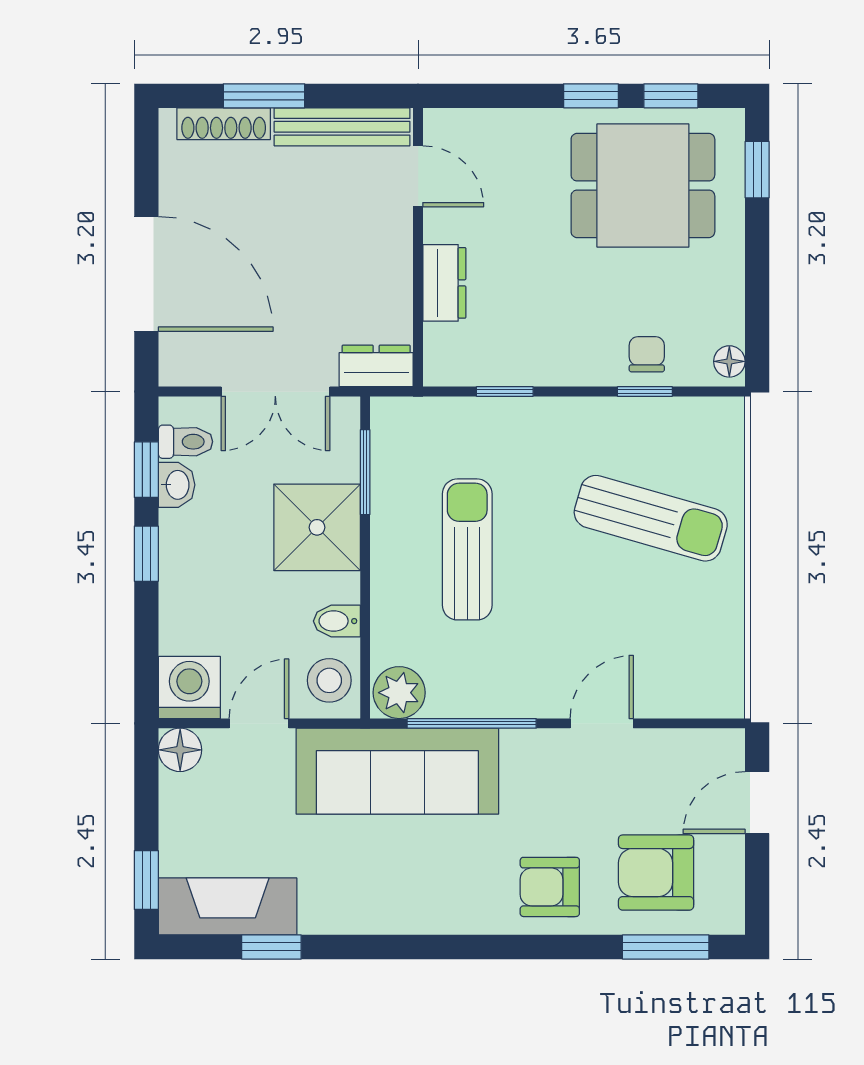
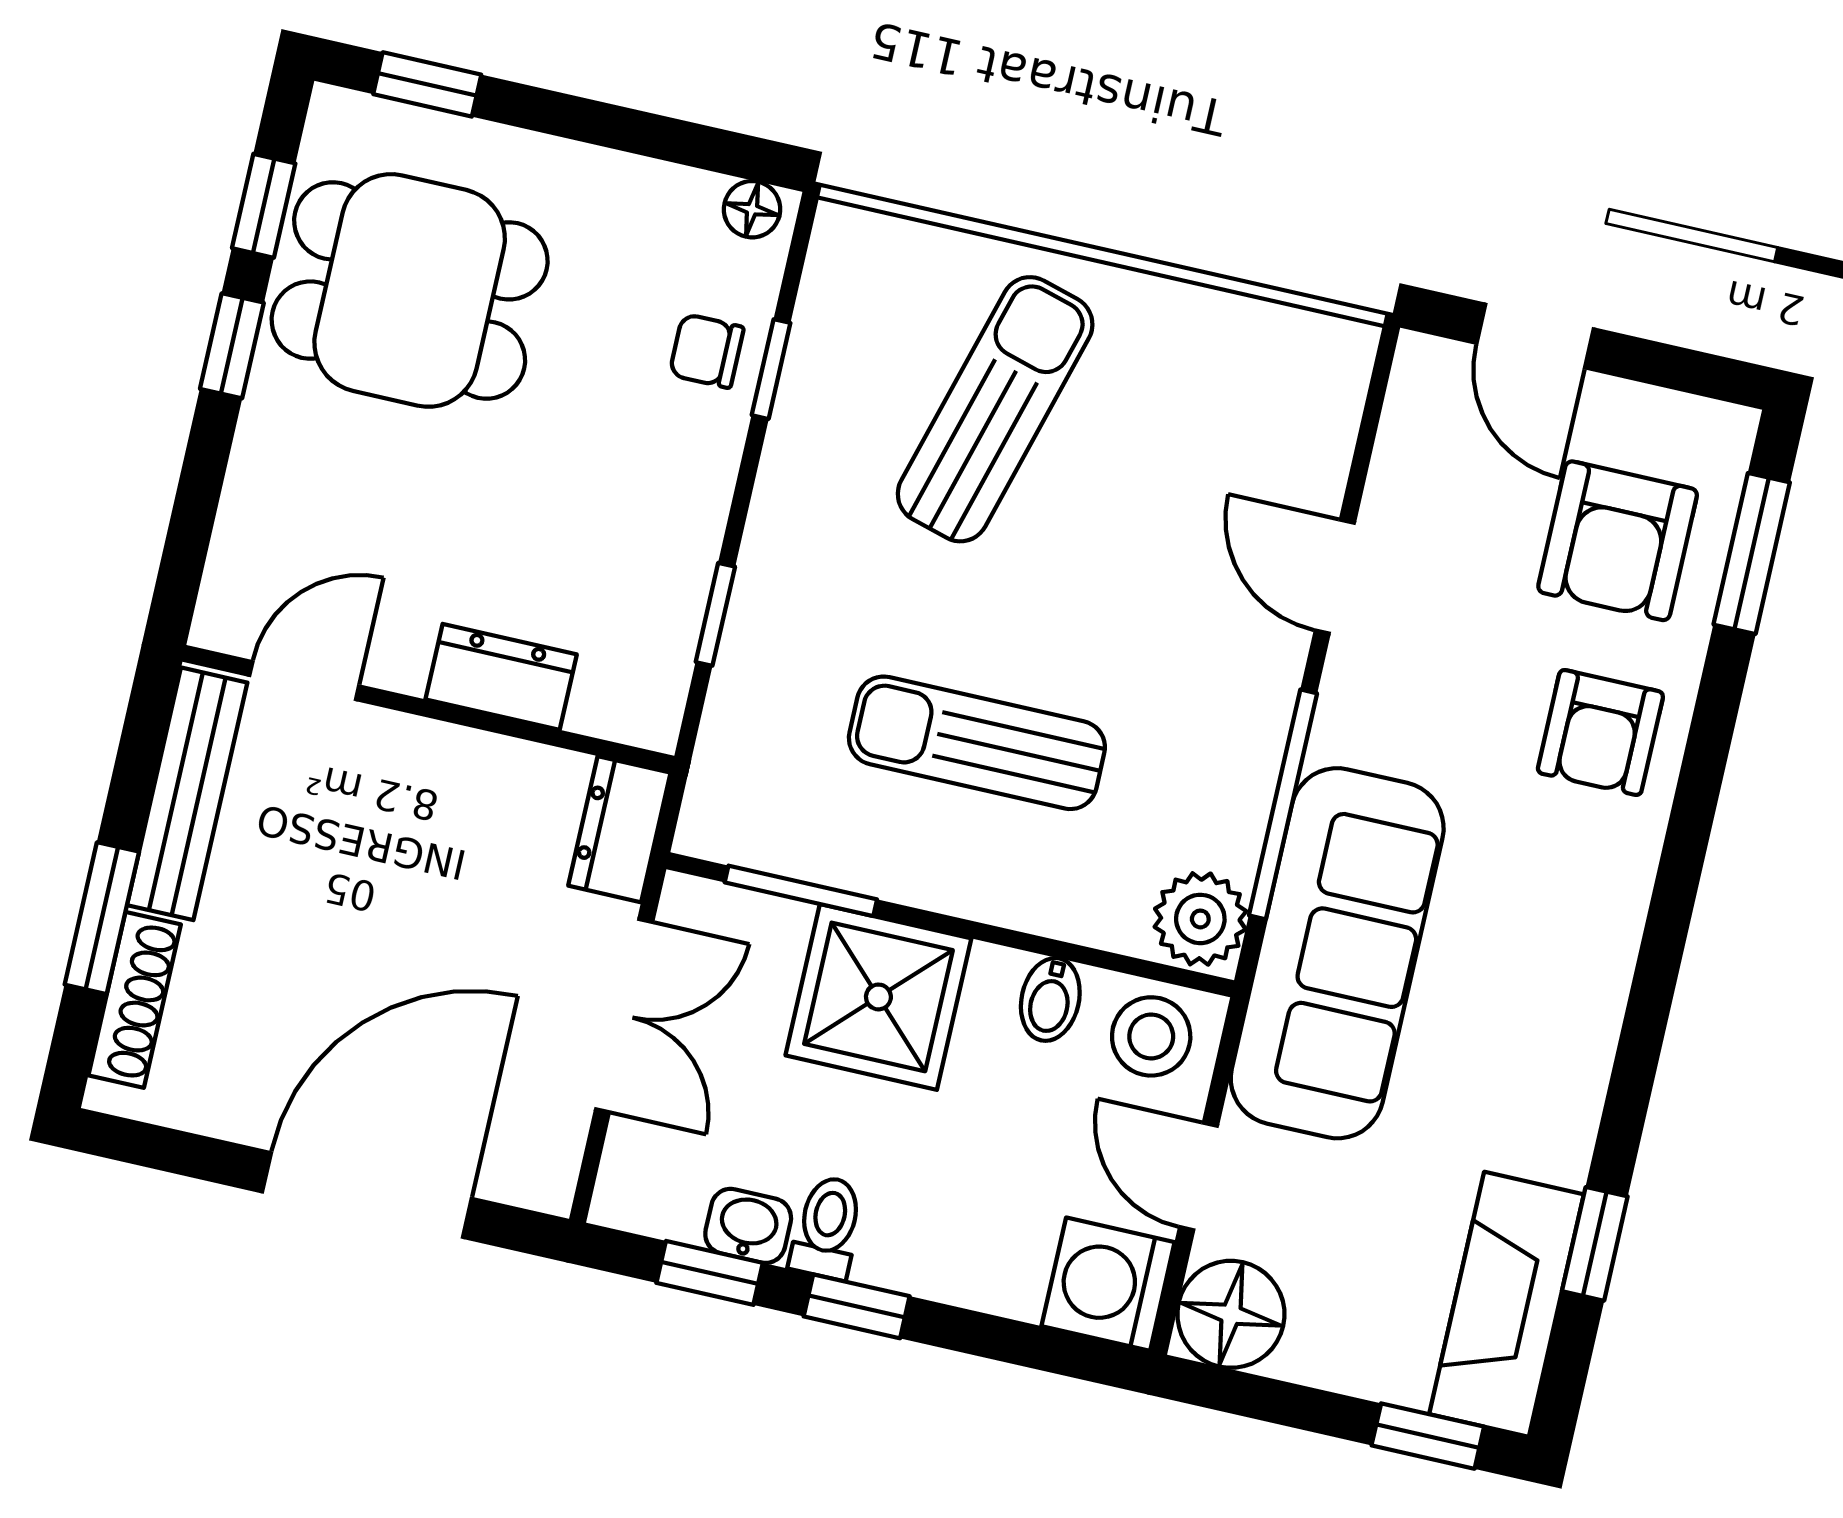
dining table: (643, 186) -> (410, 290), turned 90
toilet: (186, 442) -> (827, 1227), moved
floor lamp: (180, 750) -> (1231, 1314), width x1.38, depth x1.38

